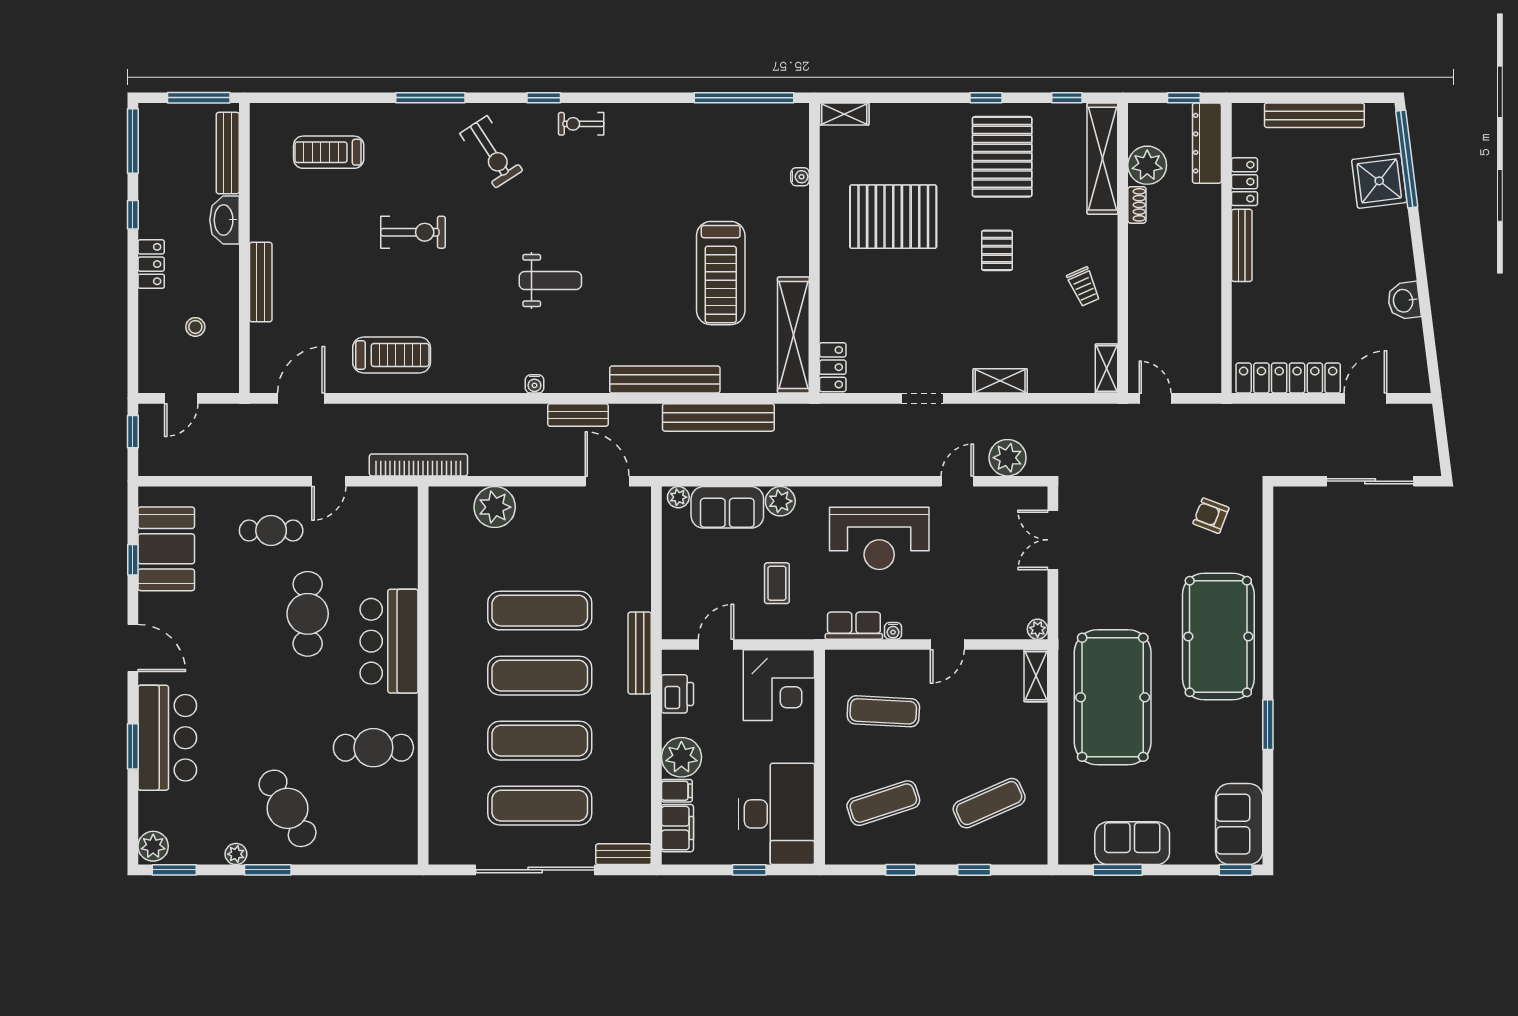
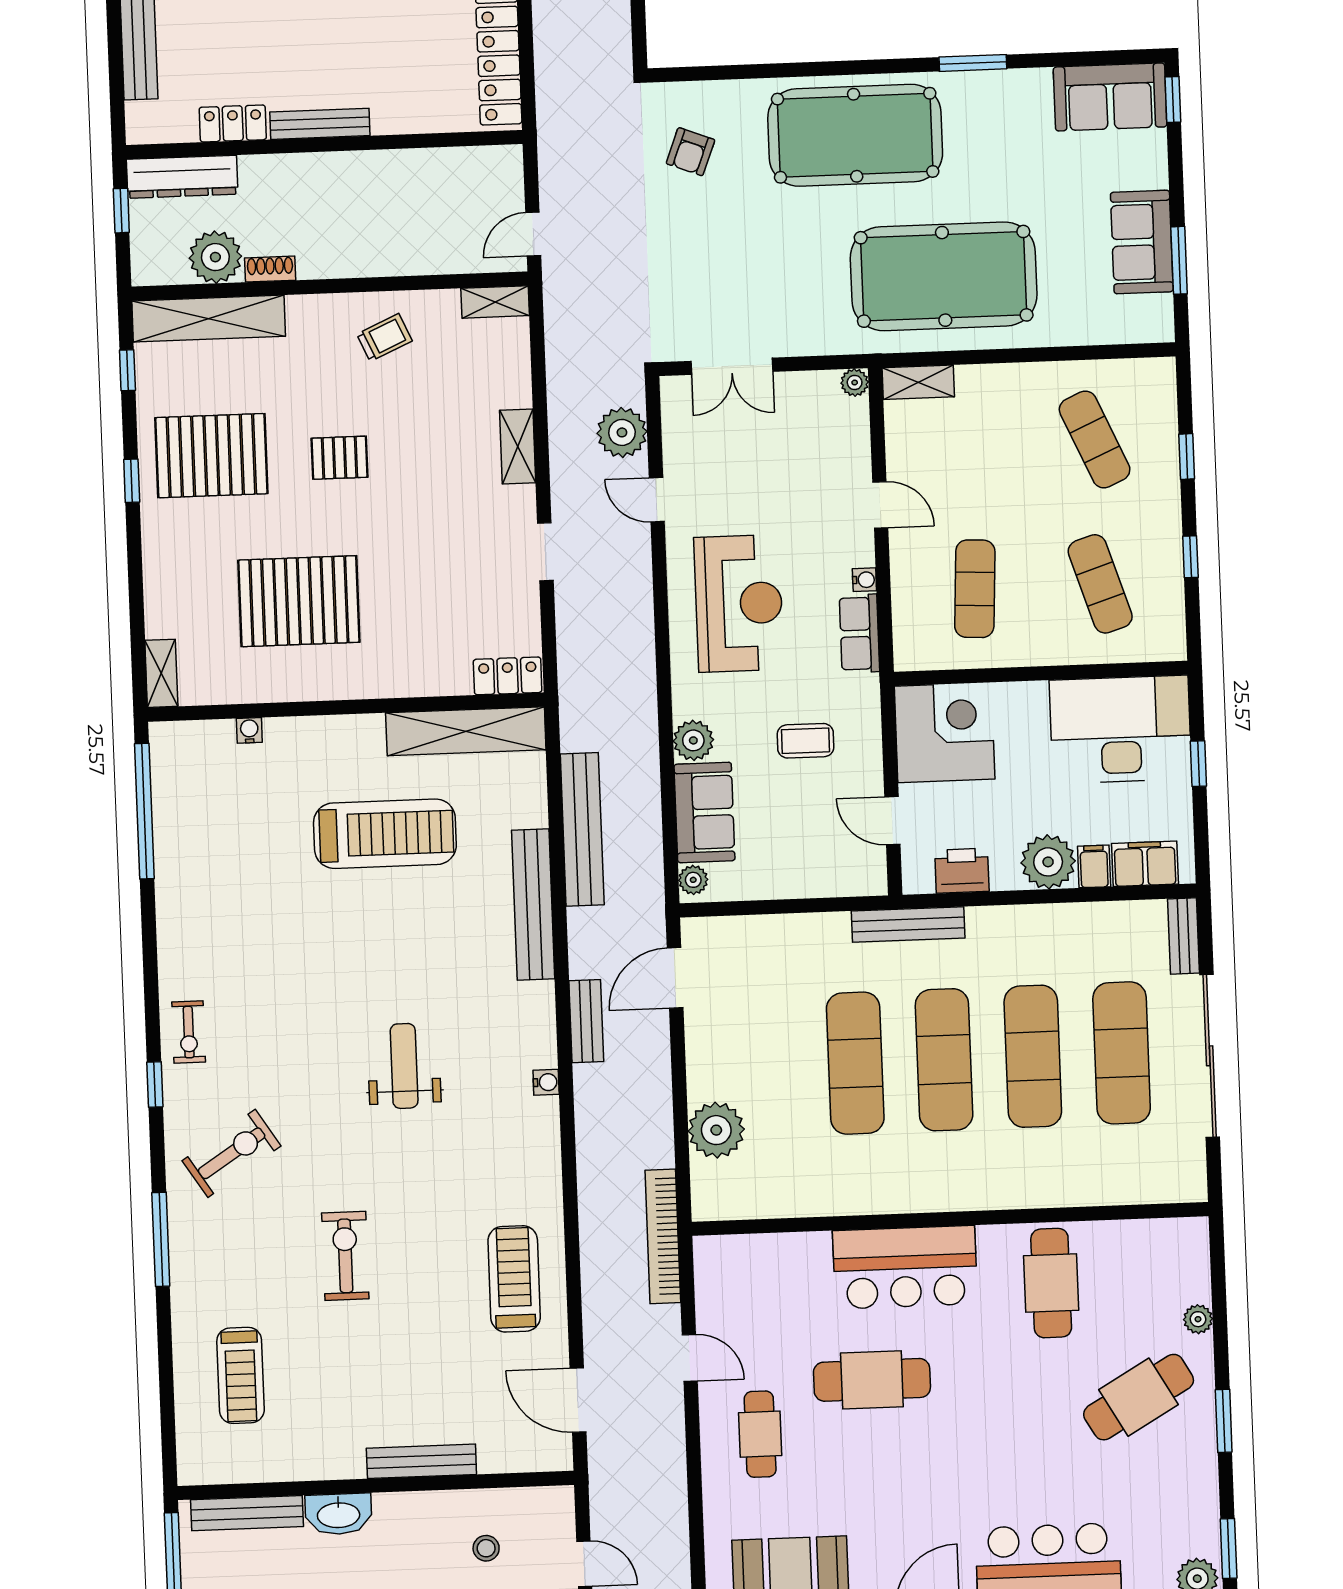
pallet: (893, 217) -> (299, 601), turned 90
plant: (236, 854) -> (1198, 1319), moved

